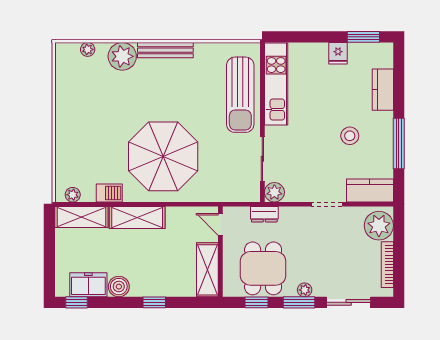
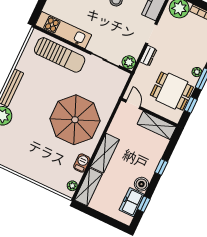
dresser: (264, 214) -> (148, 56), moved
door: (220, 224) -> (133, 104), swing flipped
window: (77, 302) -> (144, 204), moved

